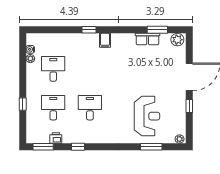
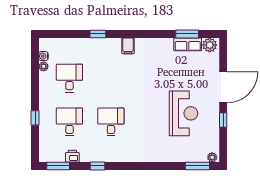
window: (89, 30) -> (98, 34), moved
row of seats: (148, 39) -> (188, 44), moved
reception desk: (147, 116) -> (183, 113), moved
window: (151, 147) -> (197, 166), moved

